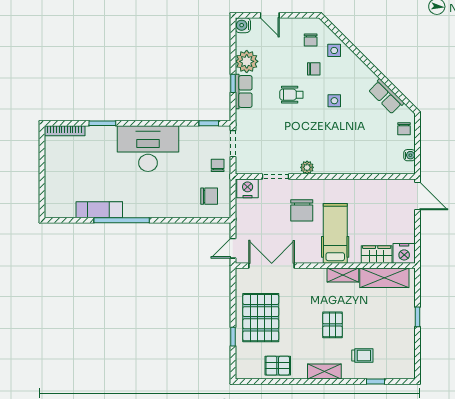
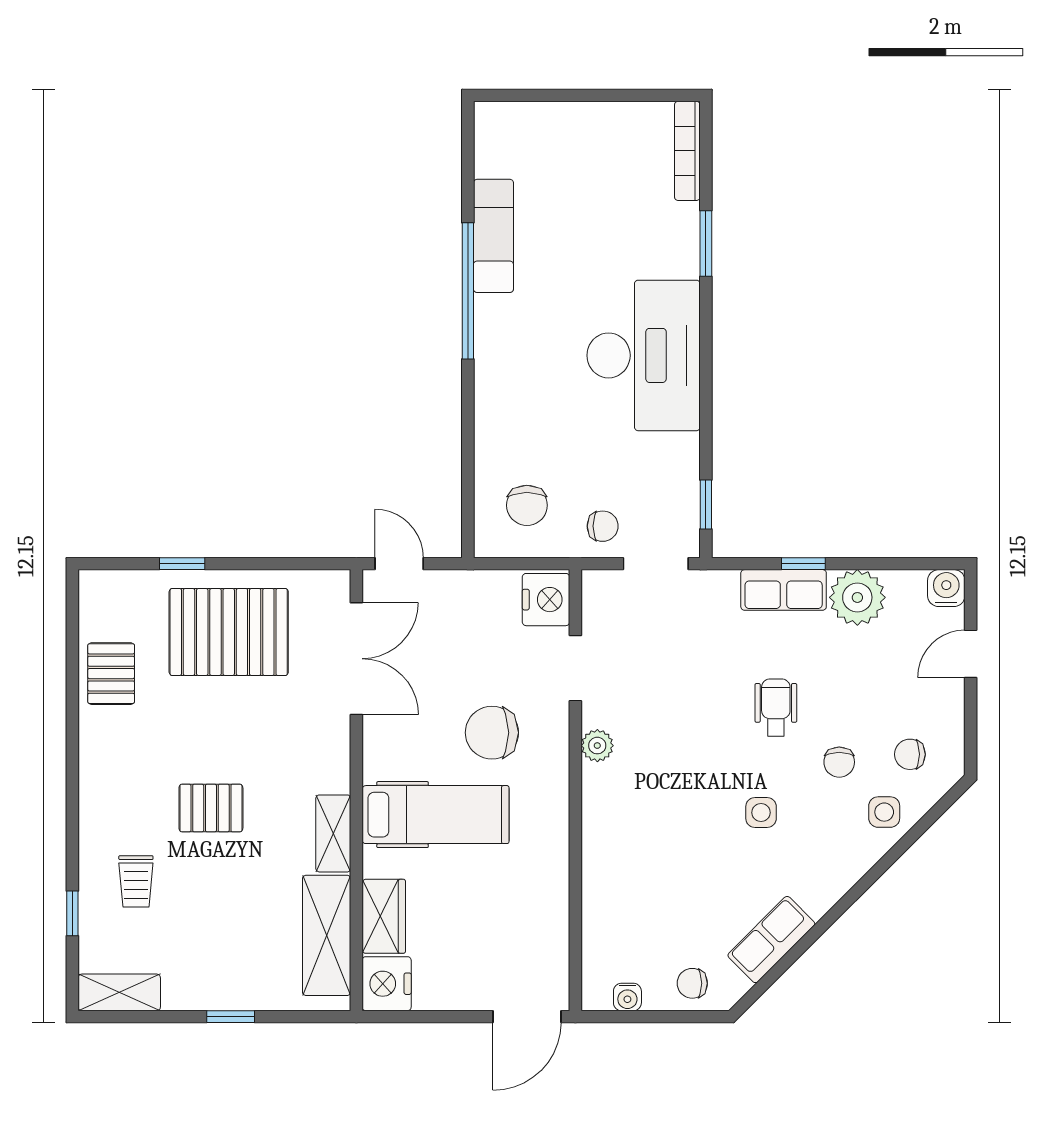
shelving: (324, 372) -> (119, 992), moved, turned 90

